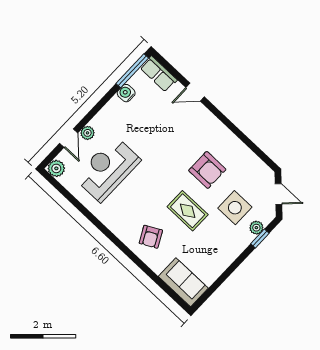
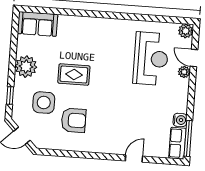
row of seats: (159, 74) -> (177, 143), moved, turned -90
armchair: (207, 170) -> (74, 120), moved, turned 180
plant: (256, 228) -> (26, 67), moved, width x1.87, depth x1.87
armchair: (151, 237) -> (84, 37), removed

